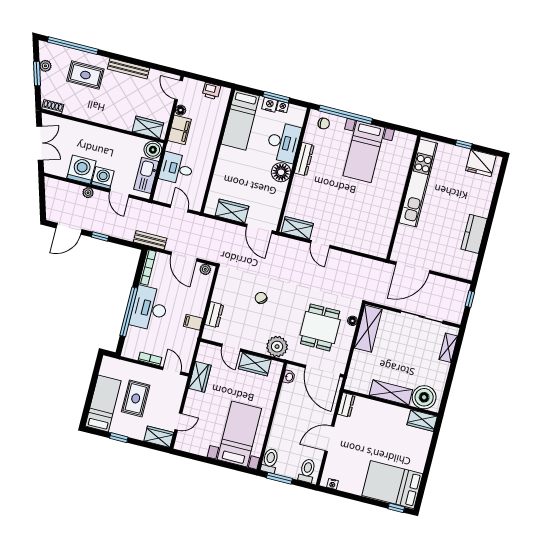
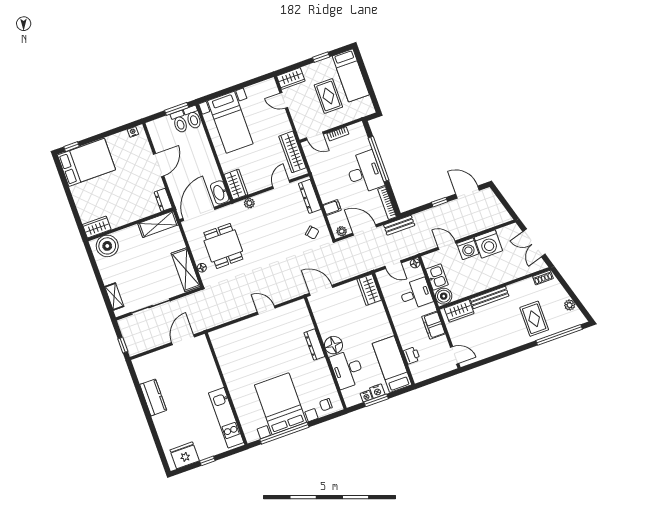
bench: (128, 68) -> (489, 297), moved
window: (37, 74) -> (572, 295), removed
rug: (85, 75) -> (534, 319), turned 90
printer: (211, 91) -> (412, 355), moved, turned 90
floor lamp: (181, 110) -> (415, 263), moved
window: (346, 115) -> (284, 433), moved
bed with nightstands: (364, 152) -> (280, 404), width x1.36
dresser: (304, 159) -> (314, 345), moved
kitchen sink: (146, 175) -> (437, 277), width x0.73
kitchen unit: (418, 183) -> (226, 418), width x0.73
plant: (88, 193) -> (471, 230), removed
wardrobe: (232, 211) -> (369, 290), moved, turned 90
wardrobe: (297, 228) -> (292, 311), removed
door: (69, 229) -> (467, 192), hinge flipped
door: (413, 268) -> (183, 340), width x0.73
chair: (261, 298) -> (312, 233), moved
dresser: (214, 315) -> (310, 196), width x1.44
filing cabinet: (193, 322) -> (332, 207), moved
plant: (277, 347) -> (249, 203), width x0.53, depth x0.53
door: (231, 348) -> (281, 184), hinge flipped
wardrobe: (255, 364) -> (236, 184), moved, turned 90
door: (323, 371) -> (199, 214), hinge flipped
wardrobe: (200, 377) -> (292, 152), width x1.50
washbasin: (289, 377) -> (220, 192), width x1.91, depth x1.45
shelving: (391, 393) -> (158, 224), moved
door: (178, 422) -> (284, 100), hinge flipped
toilet: (307, 471) -> (180, 122), moved

